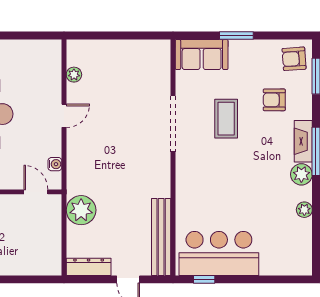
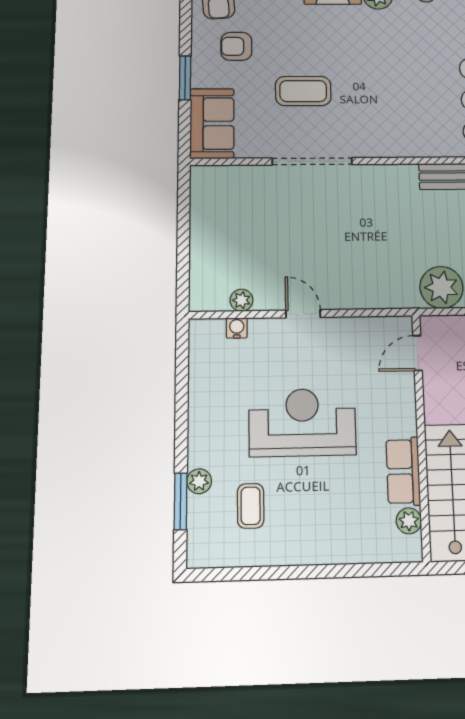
armchair: (274, 100) -> (236, 46), moved, turned 90
water cooler: (55, 164) -> (237, 328), moved

